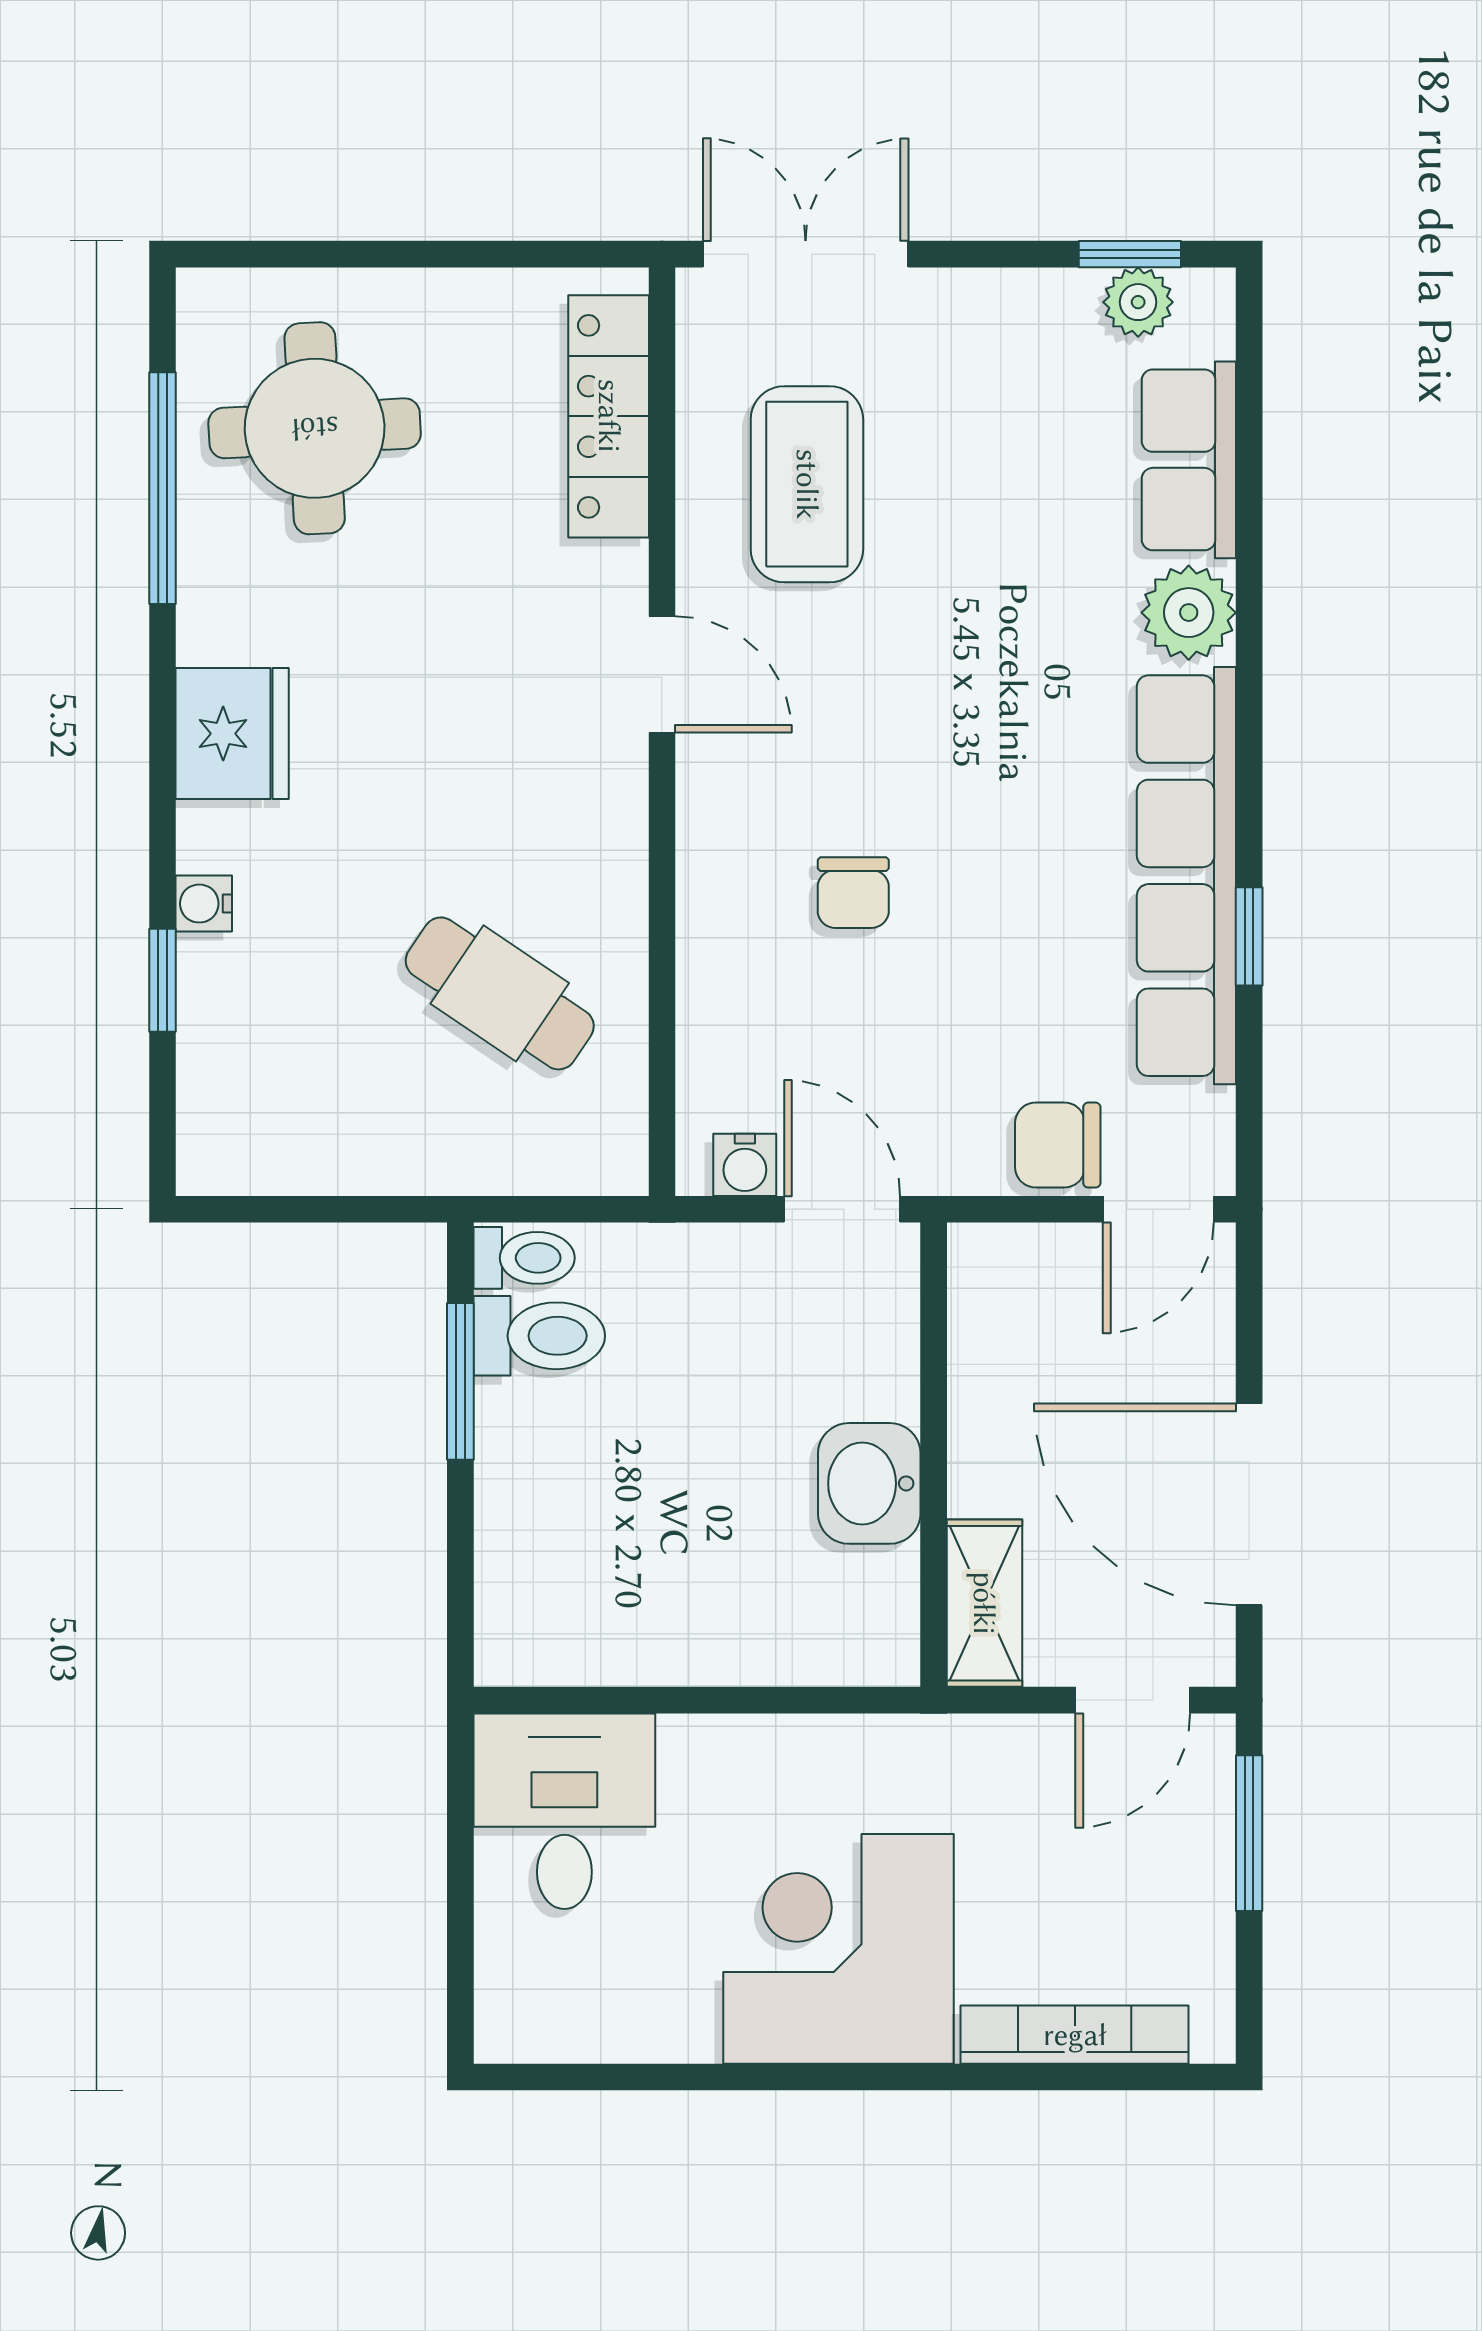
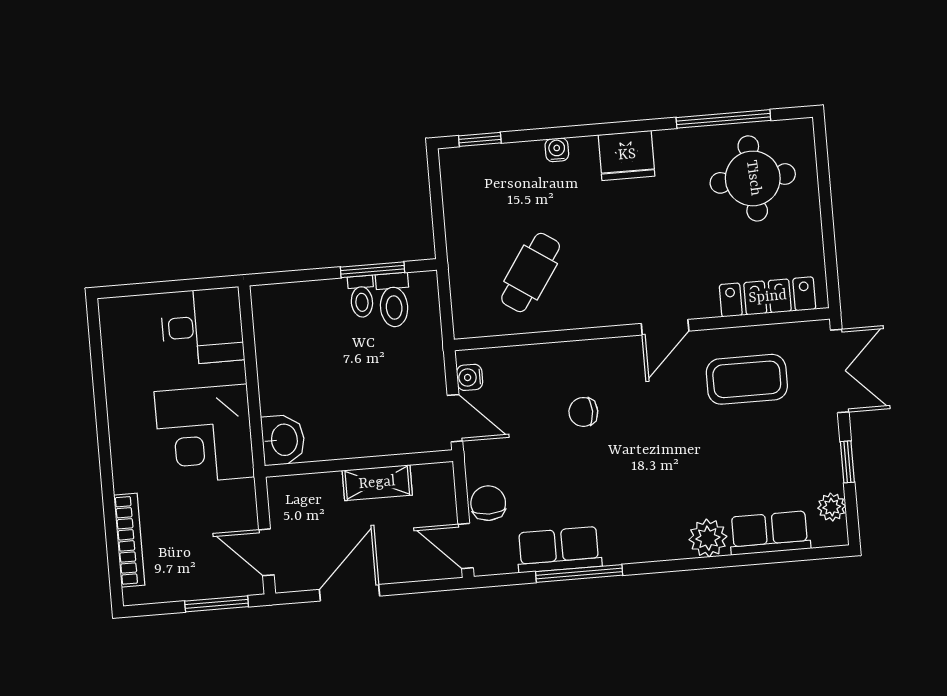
window: (1130, 254) -> (847, 462), moved
row of seats: (1186, 876) -> (559, 550), width x0.50
window: (1249, 936) -> (579, 573), width x2.17
window: (162, 980) -> (480, 139), moved
door: (842, 1209) -> (455, 418), hinge flipped
toilet: (524, 1258) -> (361, 297), moved
washbasin: (869, 1483) -> (283, 440), moved, turned 90
door: (1249, 1504) -> (350, 593), width x0.73
shelving: (984, 1603) -> (377, 483), moved
corner desk: (839, 1949) -> (204, 434), moved, turned 180

